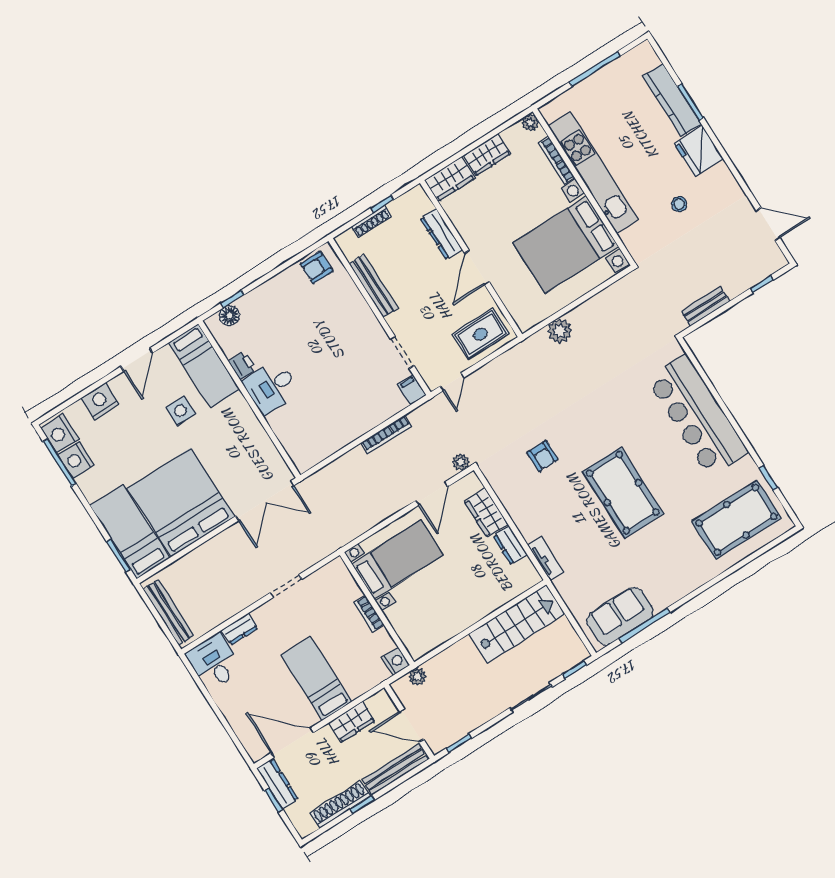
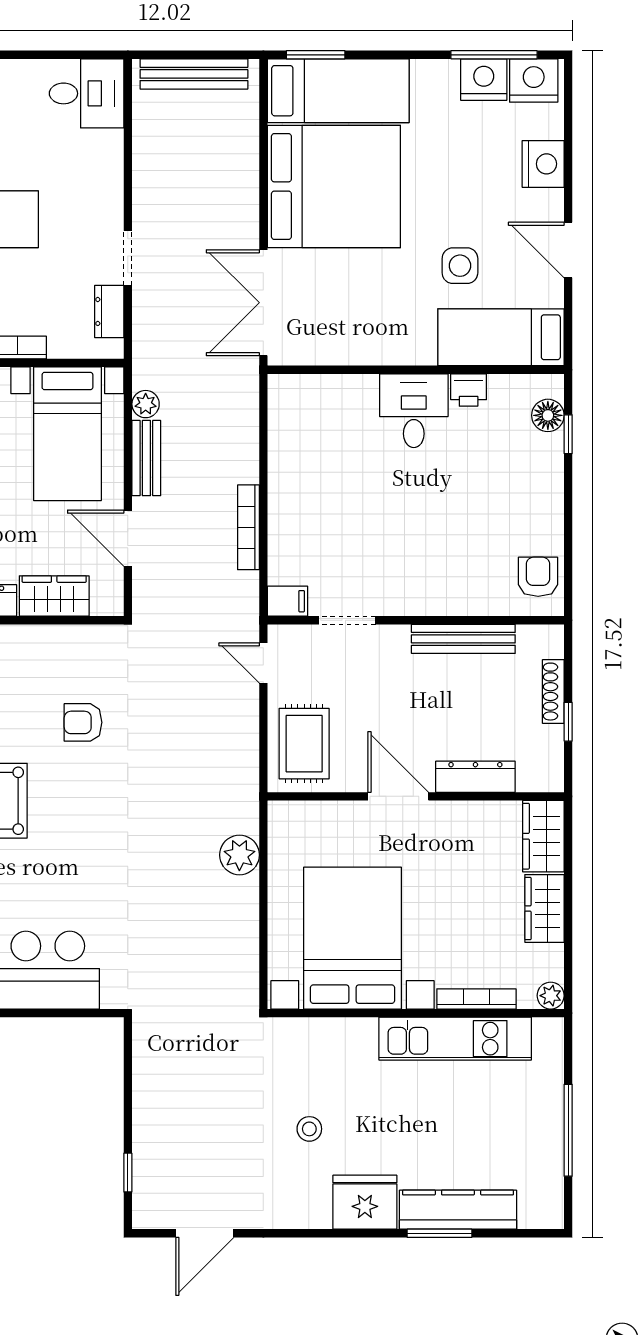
kitchen unit: (593, 173) -> (455, 1039), width x0.73
bench: (706, 306) -> (146, 458), moved
plant: (461, 462) -> (146, 404), moved
dresser: (240, 629) -> (109, 311), moved

